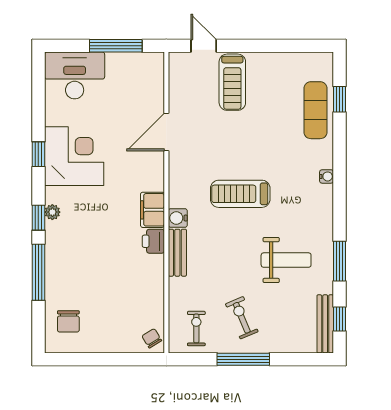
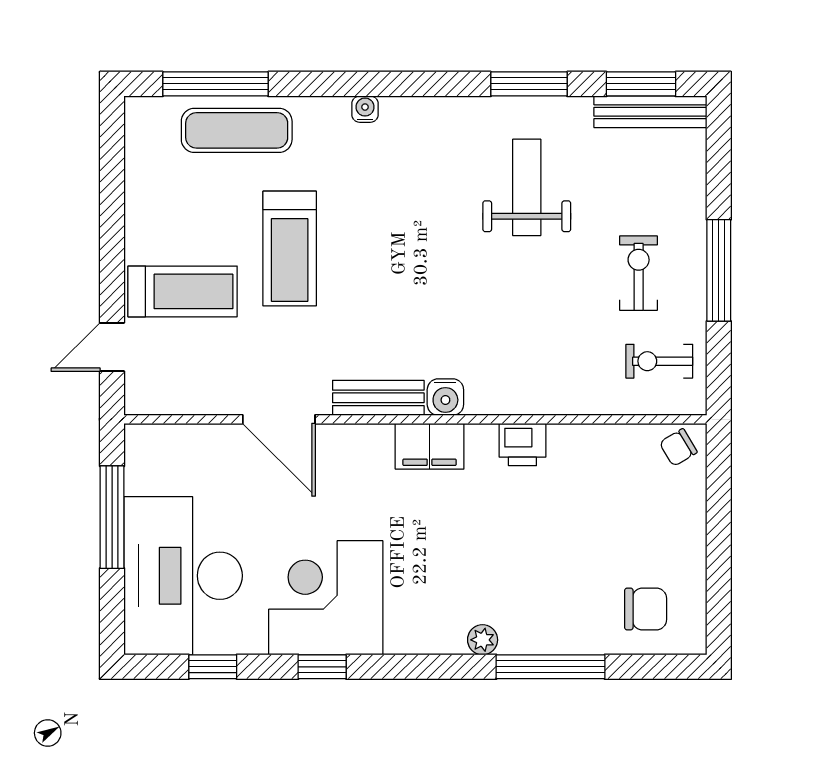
desk: (75, 75) -> (183, 576), width x1.36, depth x1.30
window: (340, 99) -> (215, 84), width x2.17
treadmill: (240, 194) -> (290, 249), moved
plant: (52, 212) -> (483, 640), moved
window: (38, 218) -> (213, 667), moved
printer: (153, 241) -> (522, 444), moved
bench: (177, 253) -> (378, 398), moved
exercise bike: (242, 318) -> (639, 273), turned 113
window: (340, 319) -> (641, 84), width x1.50

